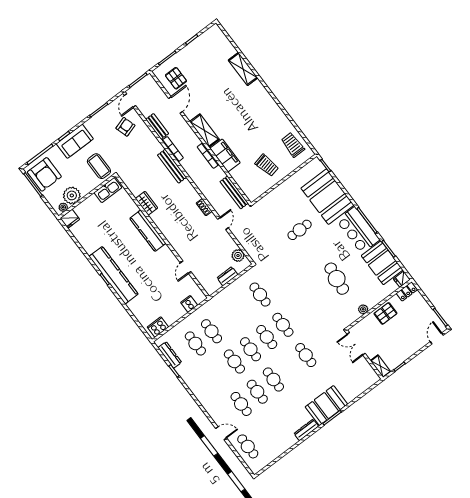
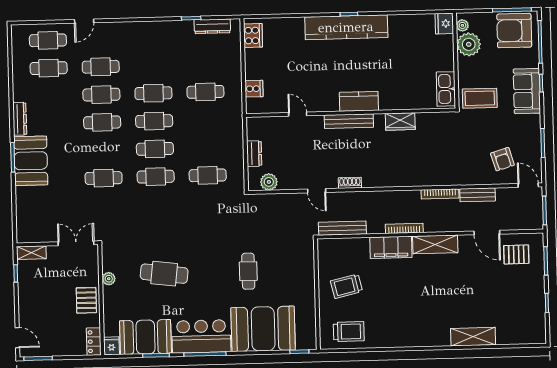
bench: (172, 166) -> (349, 121), moved
kitchen counter: (148, 231) -> (359, 101), width x0.67
cafe table: (195, 343) -> (49, 68), moved

